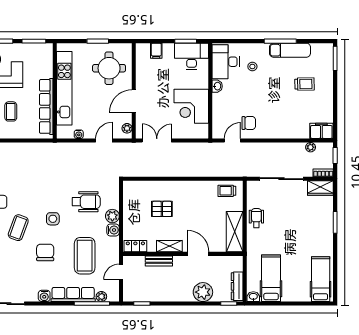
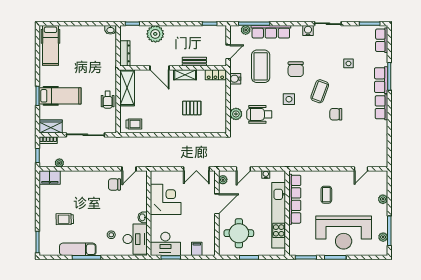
plant: (112, 216) -> (236, 114), moved
water cooler: (113, 230) -> (235, 79), moved
hospital bed: (271, 278) -> (60, 96), moved, turned -90
dresser: (237, 286) -> (125, 53), moved
water cooler: (44, 296) -> (308, 31), moved

